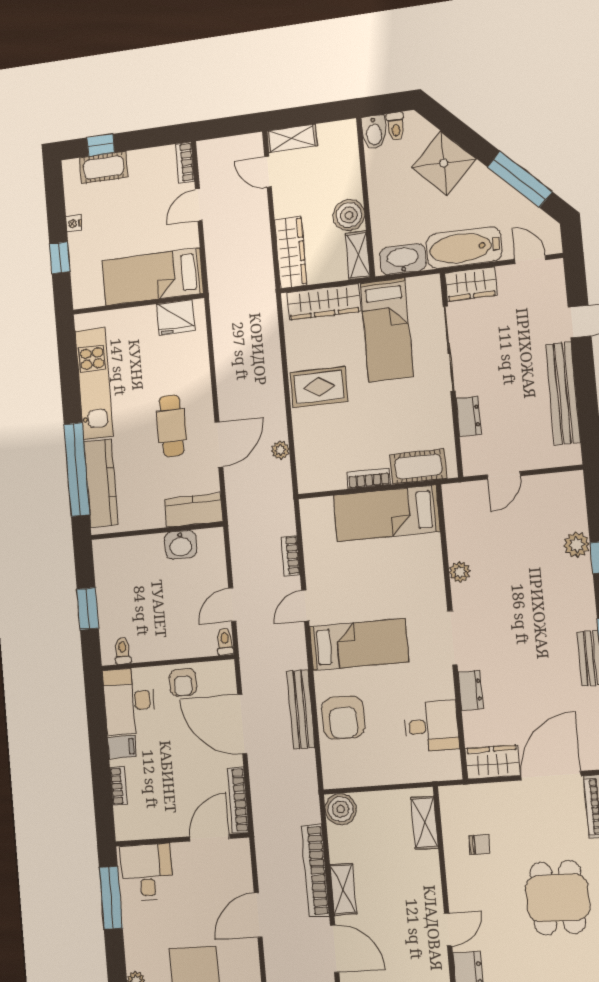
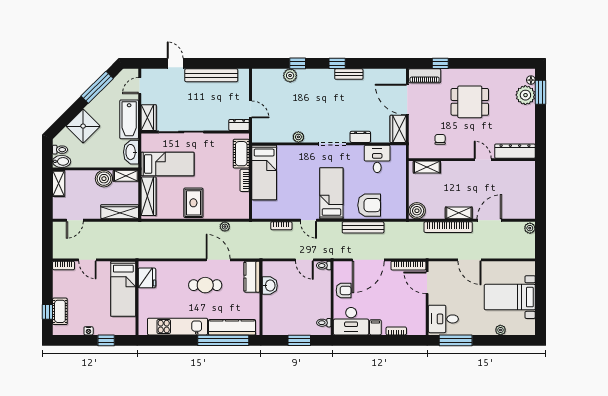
shelving: (292, 138) -> (59, 183), moved
dresser: (469, 416) -> (239, 125), moved

